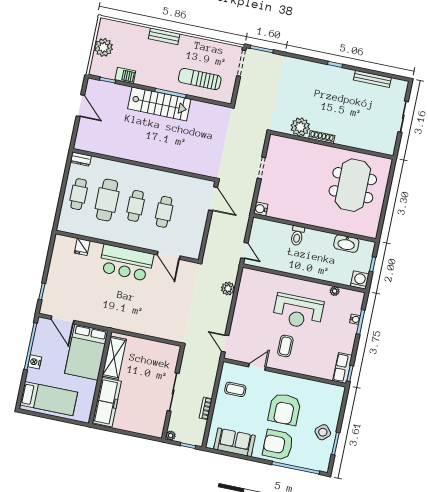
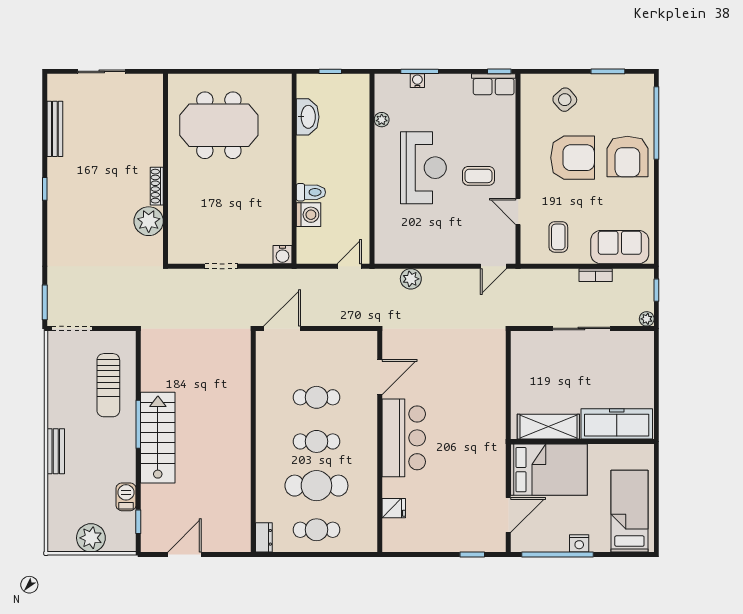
washing machine: (360, 280) -> (309, 215), moved, turned 180
side table: (323, 432) -> (565, 100), moved
sofa: (235, 442) -> (620, 247), moved, turned 90

